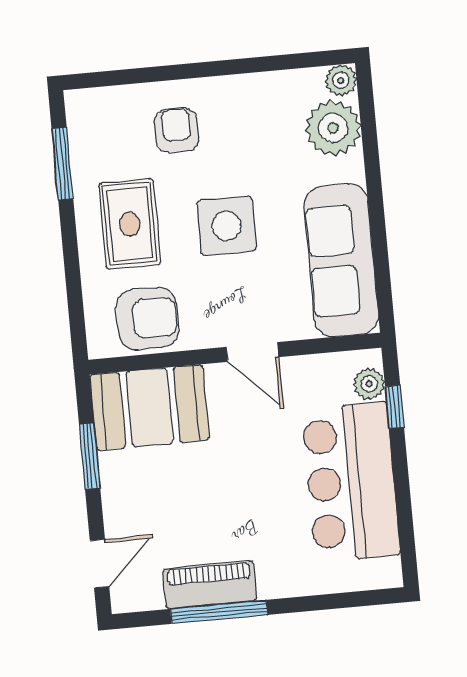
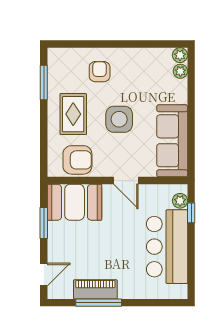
plant: (333, 128) -> (180, 71), width x0.53, depth x0.53

